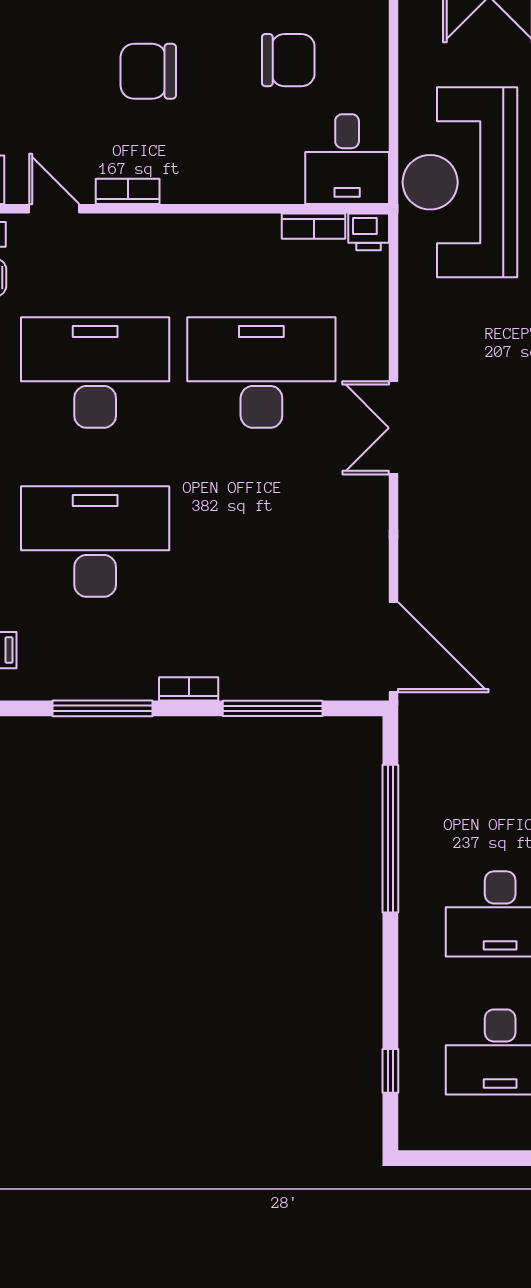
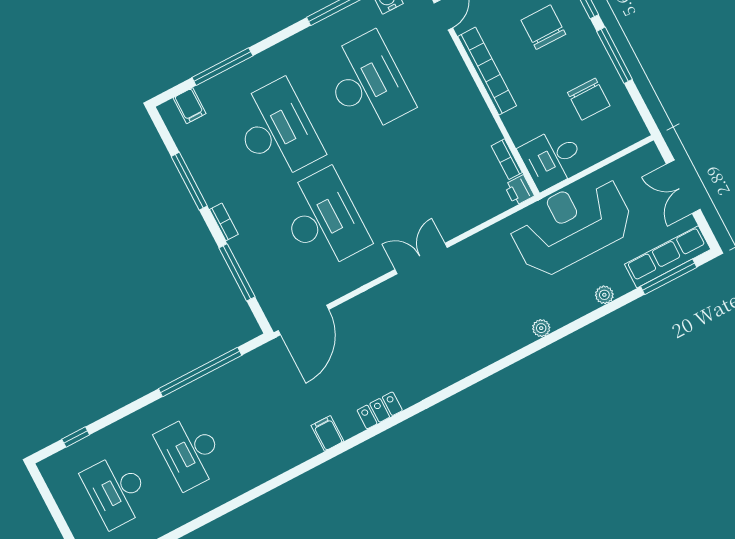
bookcase: (128, 191) -> (487, 71), width x2.31, depth x1.31
desk: (261, 373) -> (323, 220), moved

